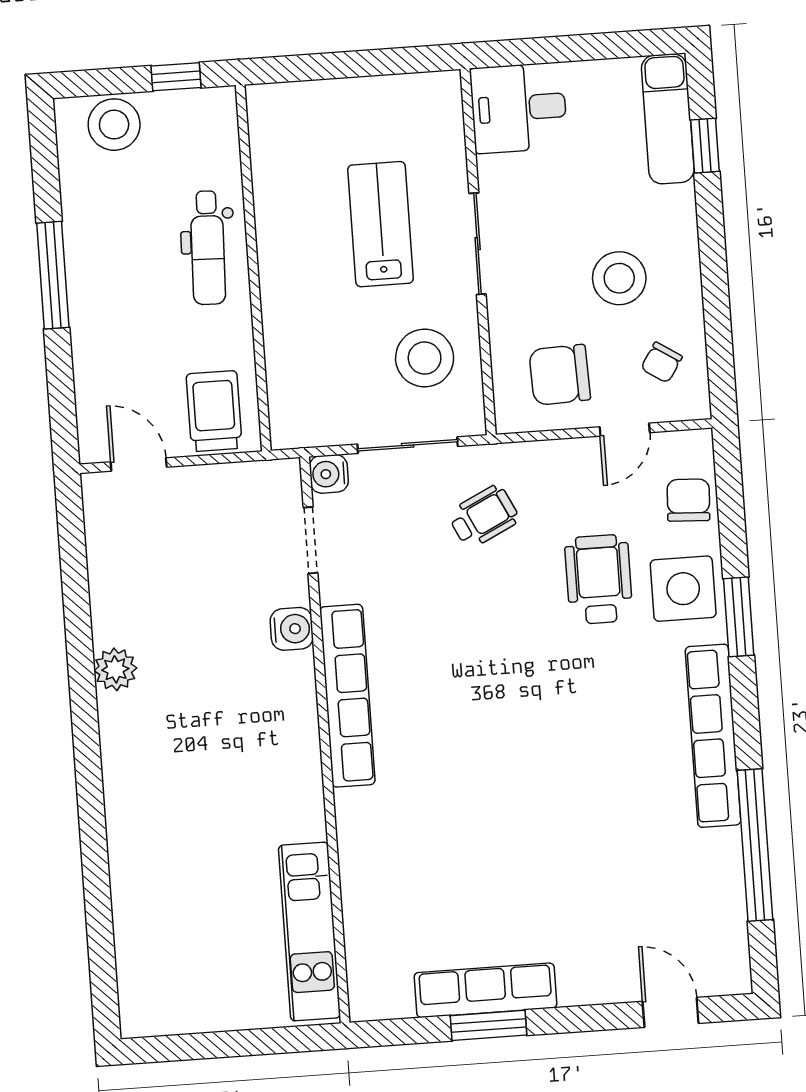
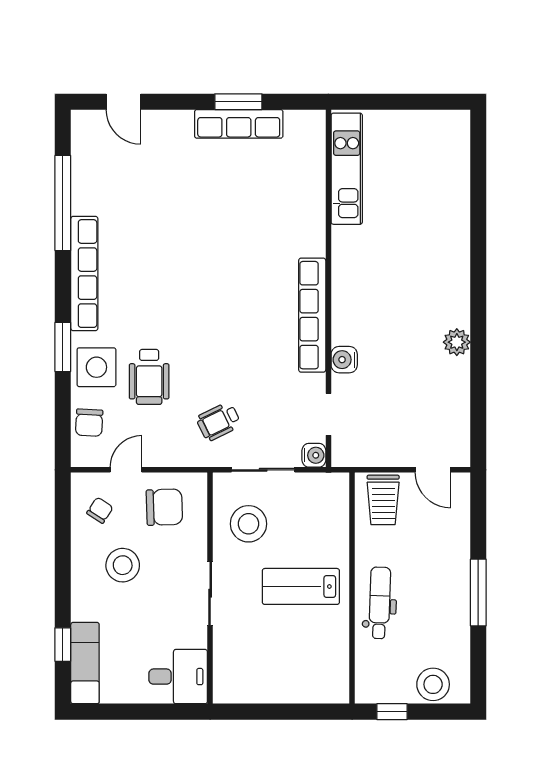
lab bench: (381, 224) -> (301, 586), moved, turned 90

